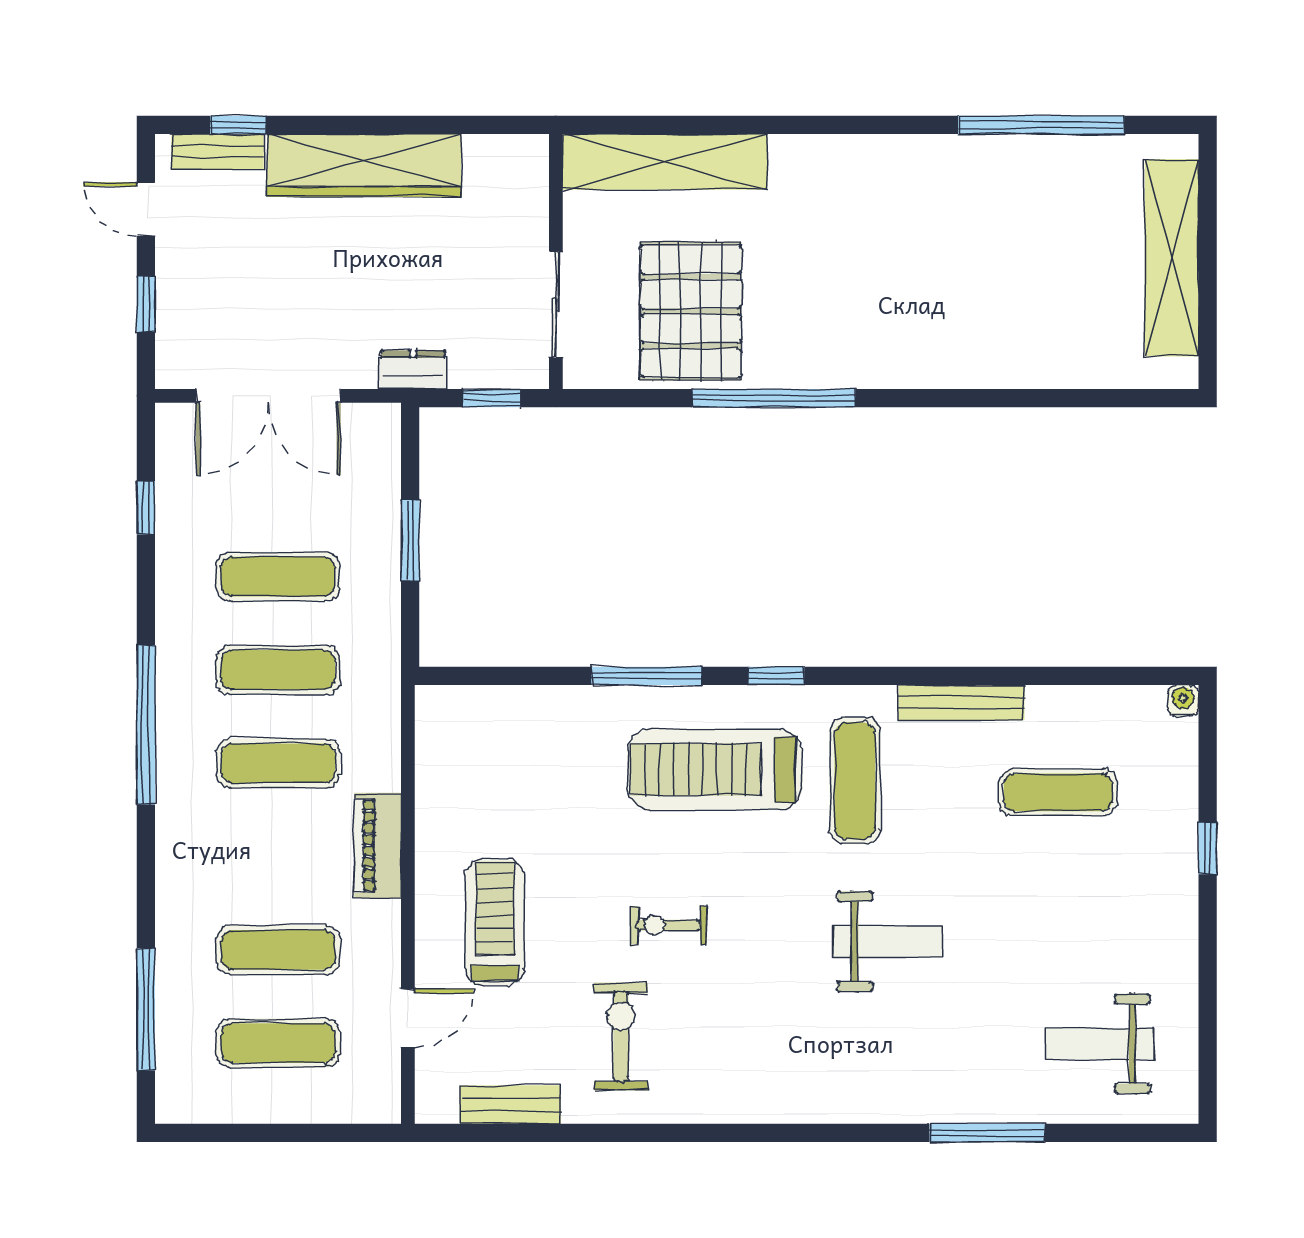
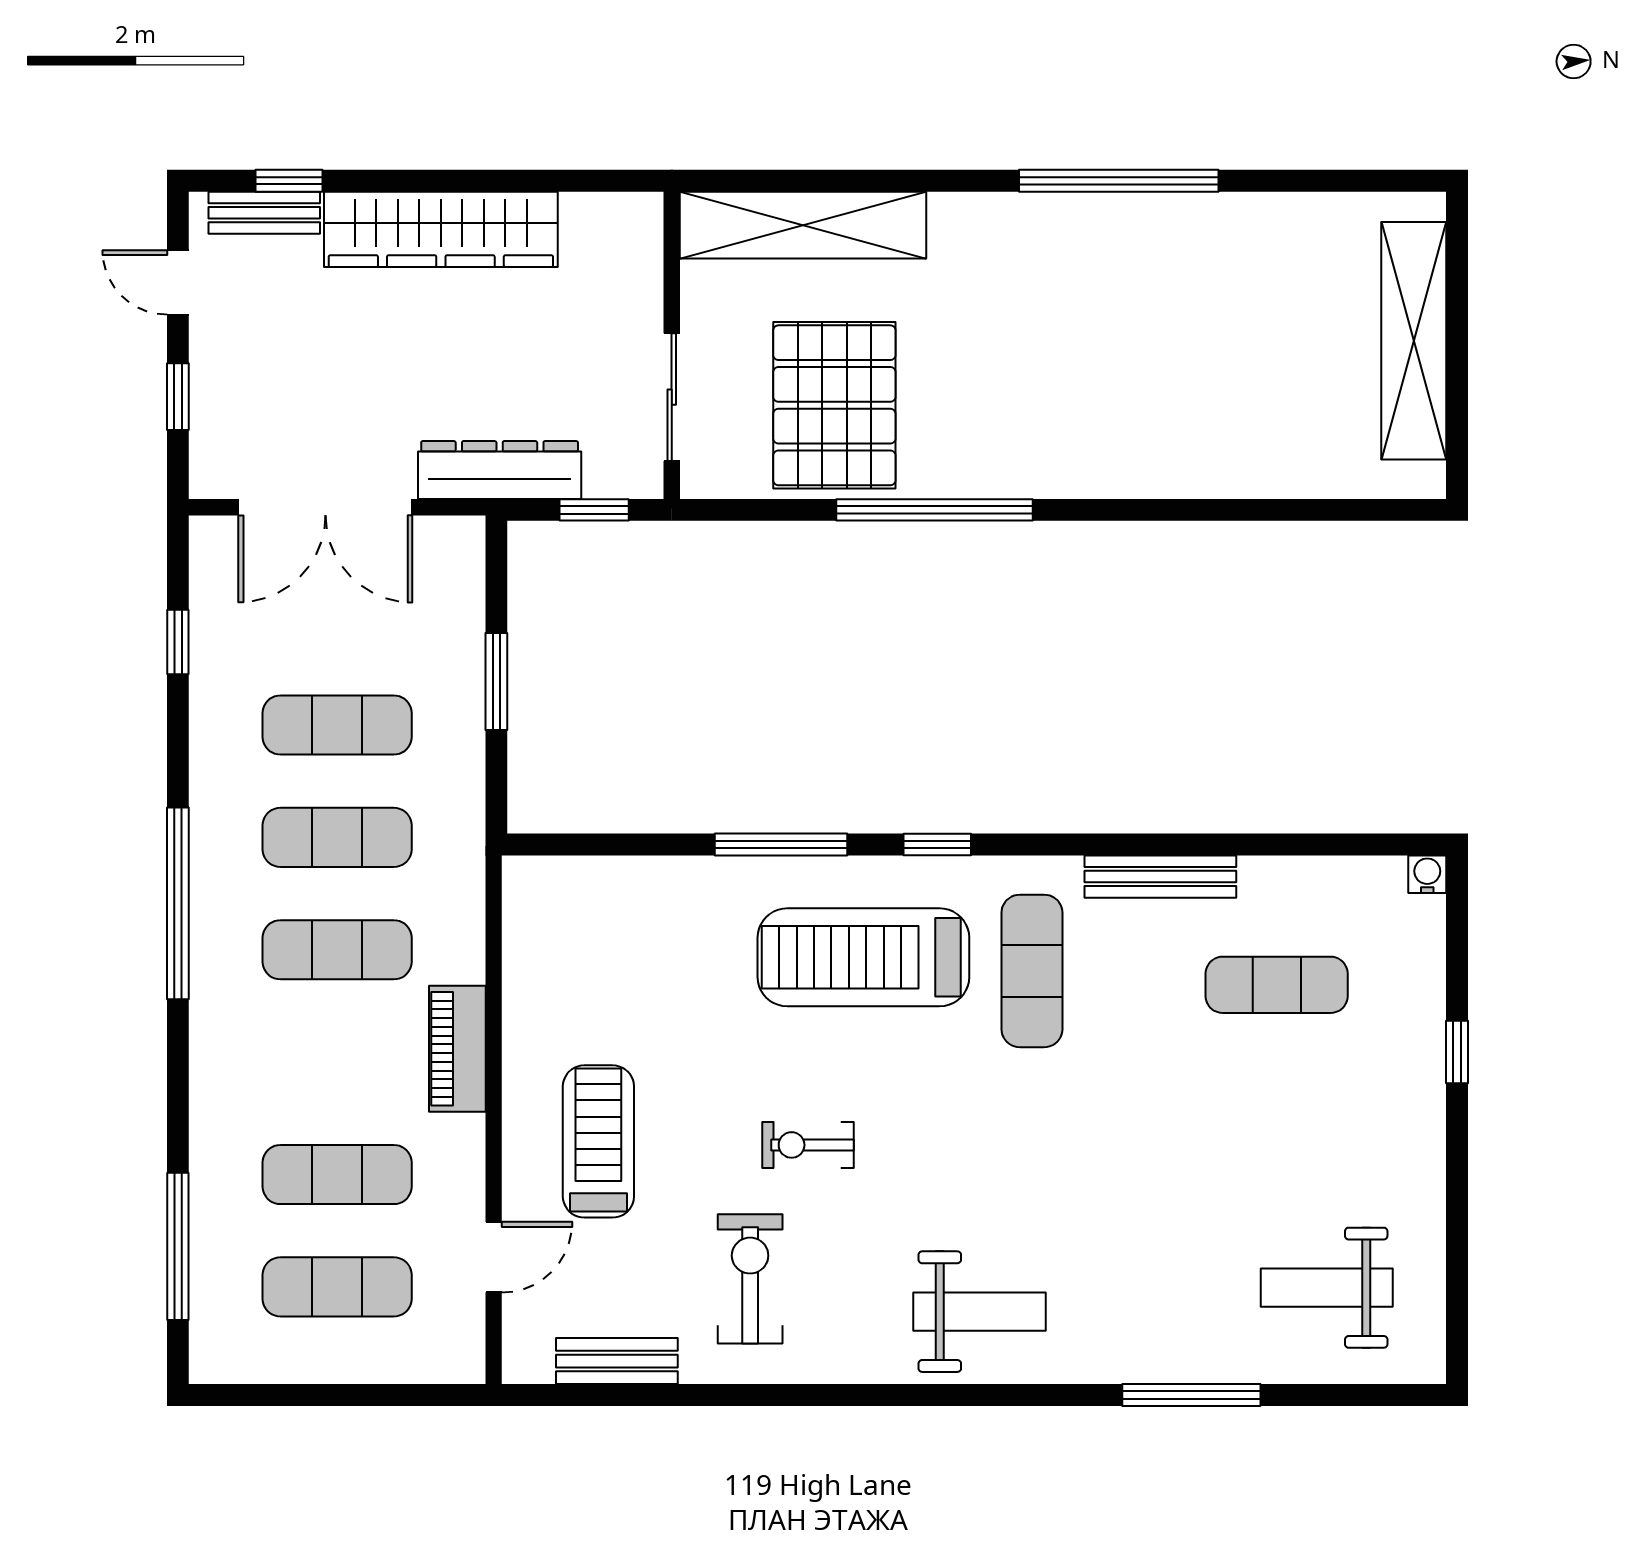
window: (1041, 125) -> (1119, 181), moved
dresser: (413, 370) -> (500, 470), width x1.96, depth x1.24
weight bench: (888, 941) -> (979, 1312), moved

